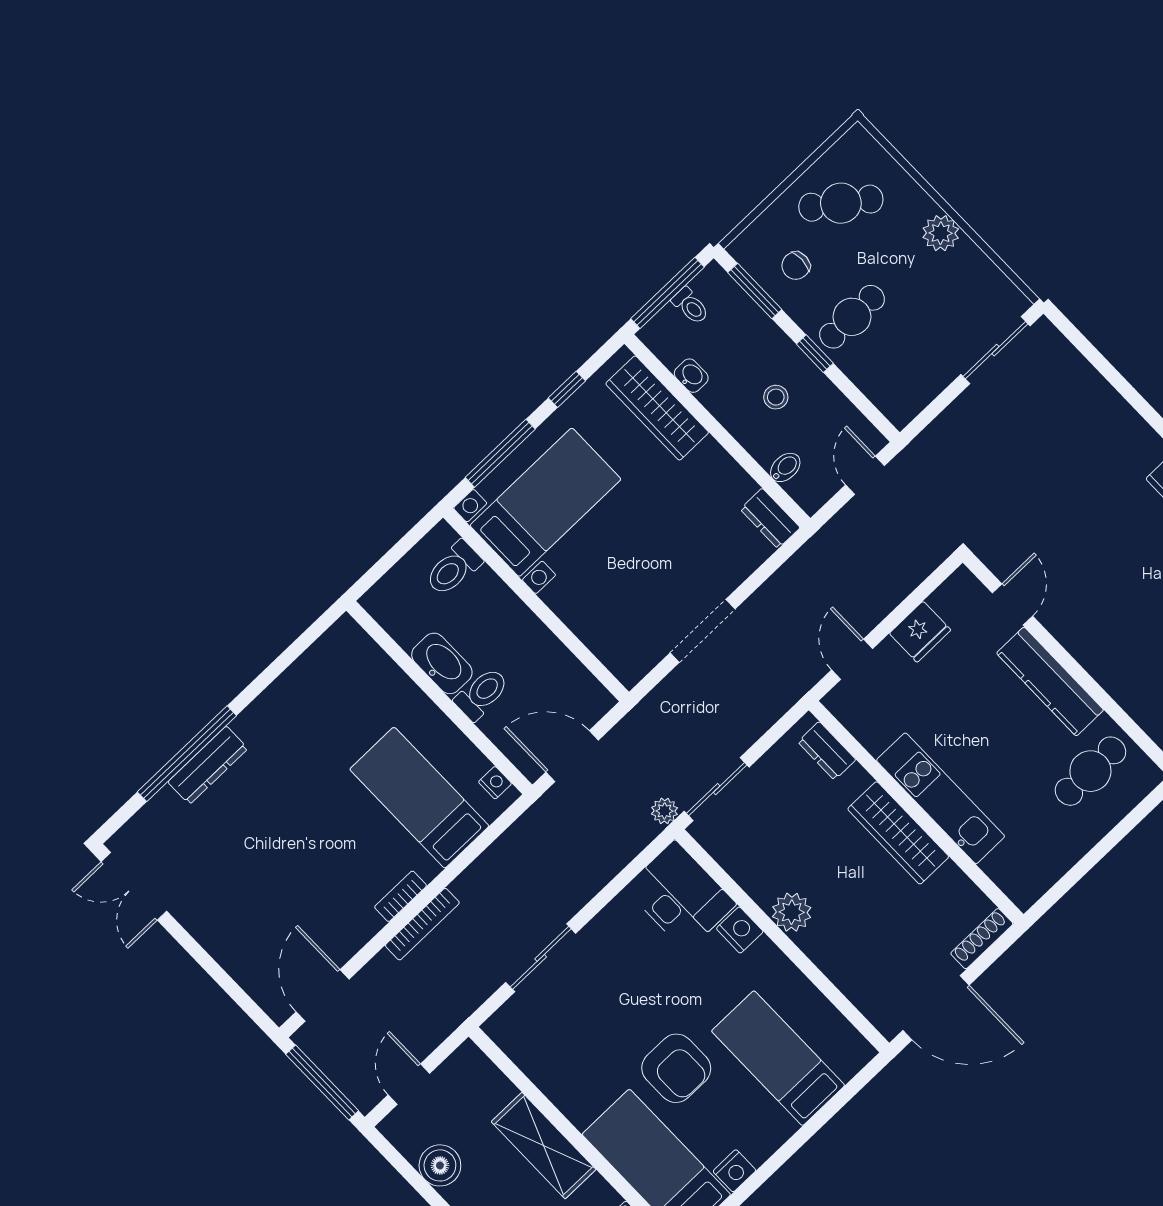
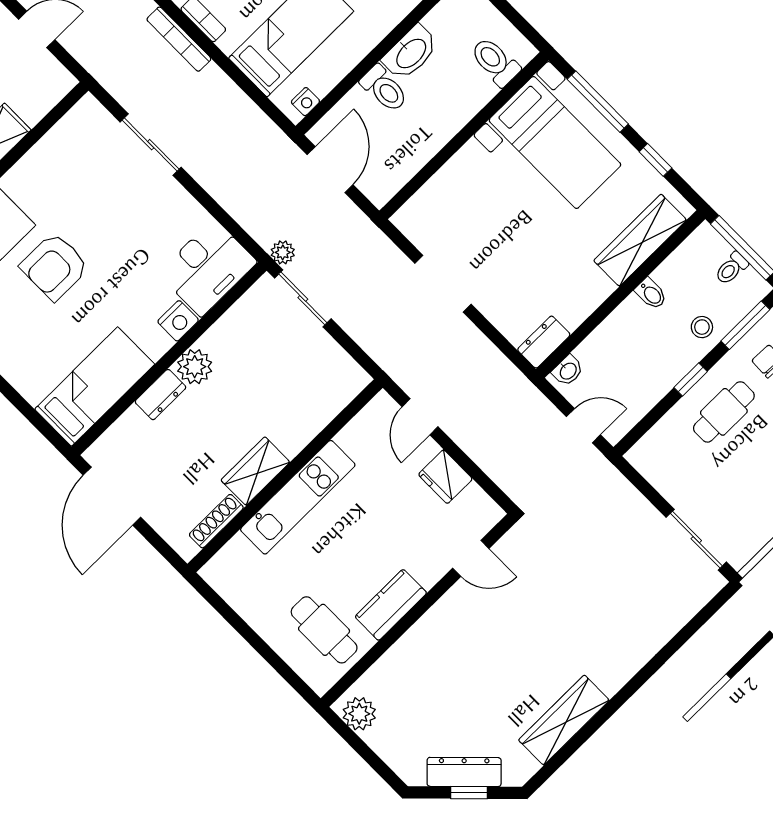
cafe table: (852, 317) -> (724, 412), turned 90
washbasin: (691, 376) -> (568, 371), moved
stool: (776, 397) -> (702, 327), moved
bidet: (785, 467) -> (651, 294), moved
door: (852, 659) -> (420, 417), swing flipped
kitchen counter: (1050, 681) -> (391, 605), width x0.67
dresser: (827, 751) -> (160, 395), moved, turned 180
wardrobe: (898, 833) -> (255, 471), width x0.67
shoe rack: (982, 939) -> (216, 521), moved, turned -90
bed: (778, 1058) -> (95, 387), moved

